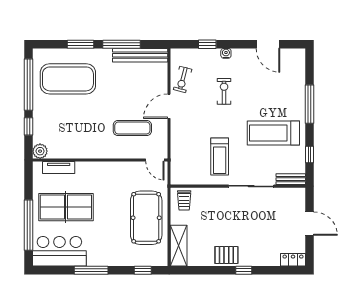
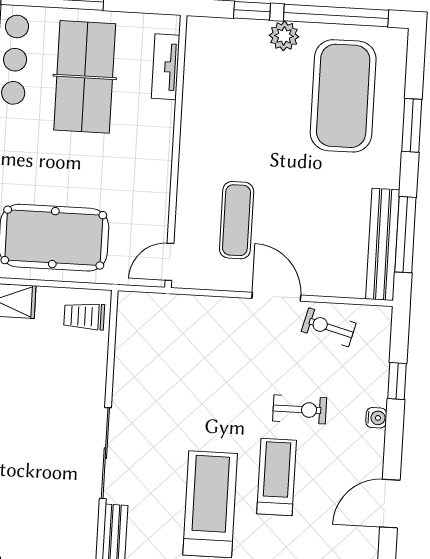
window: (121, 44) -> (405, 235), moved
plant: (40, 151) -> (284, 36), moved
treadmill: (220, 156) -> (277, 477), moved, turned 90

